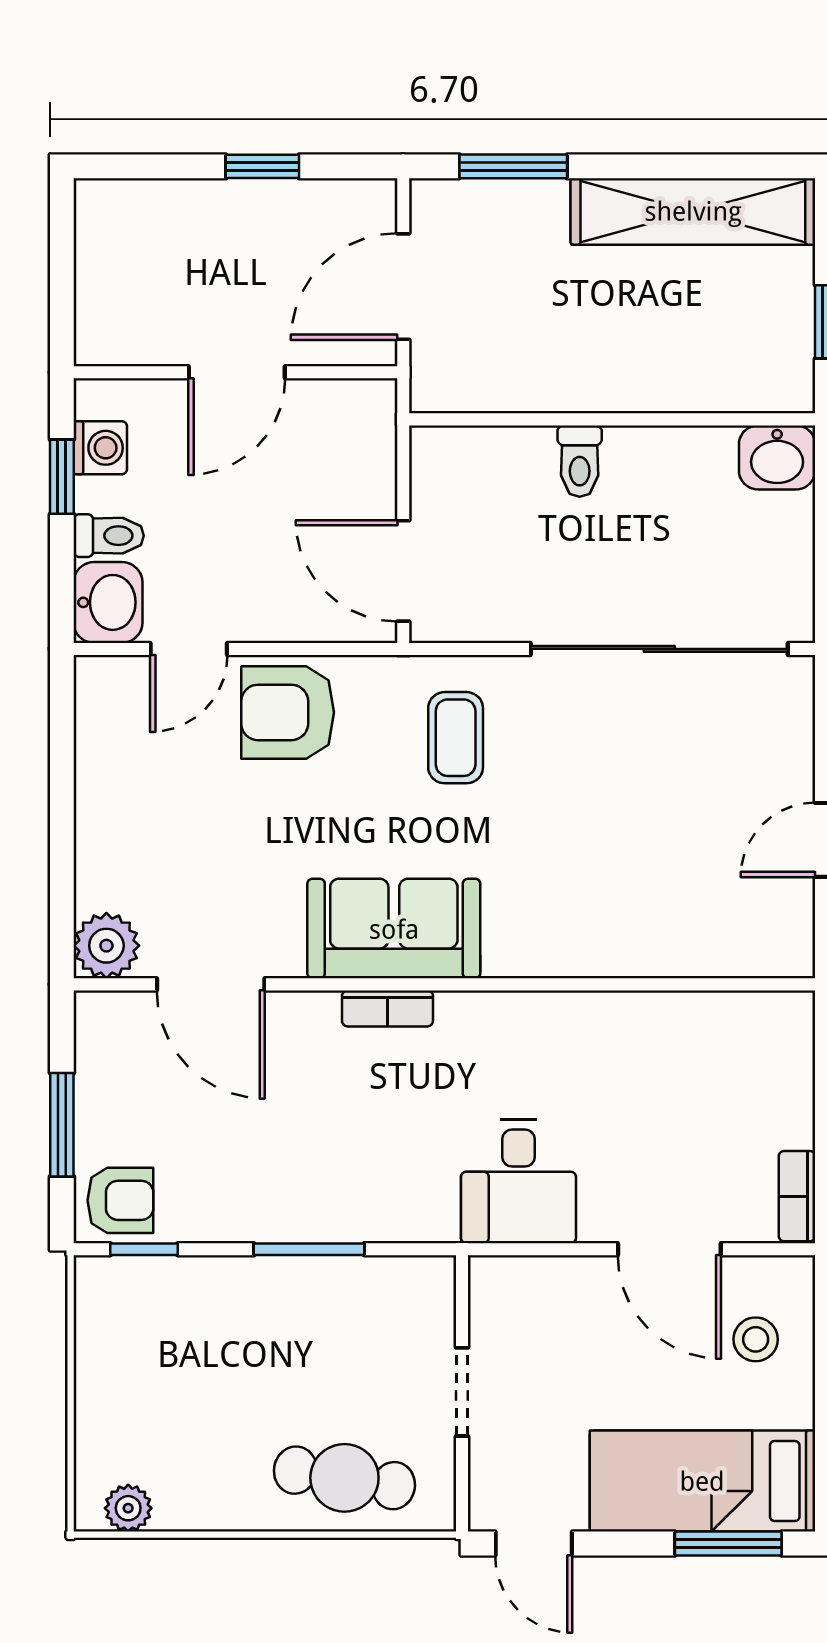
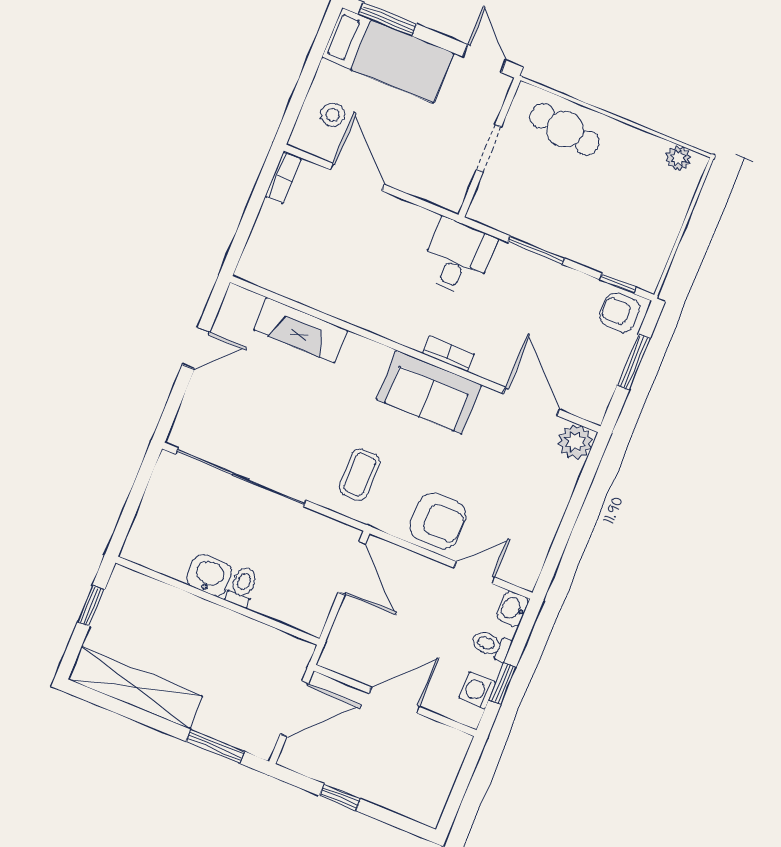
washbasin: (777, 457) -> (209, 575), moved
washbasin: (108, 602) -> (512, 609), width x0.72, depth x0.69
fireplace: (659, 945) -> (301, 330), added
desk: (518, 1181) -> (458, 257), moved

